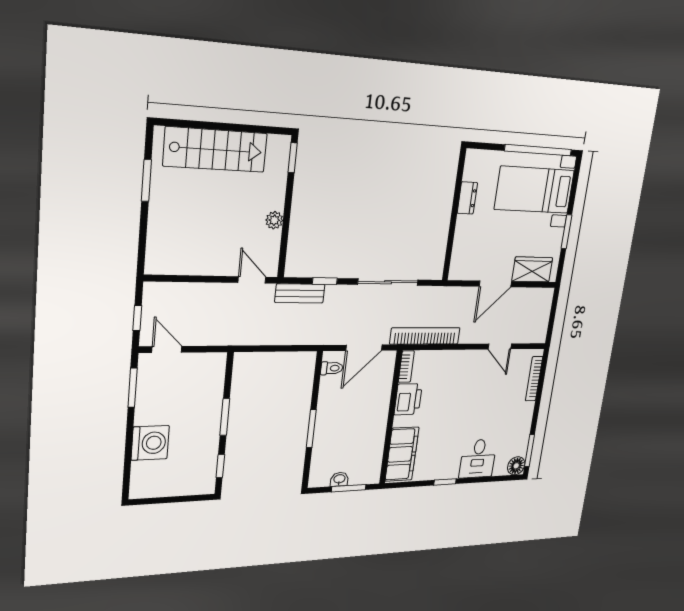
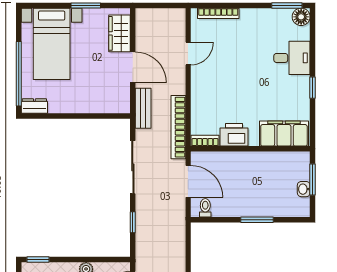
window: (538, 150) -> (19, 74), moved
dresser: (467, 198) -> (34, 106), moved
bench: (300, 293) -> (143, 108), moved

